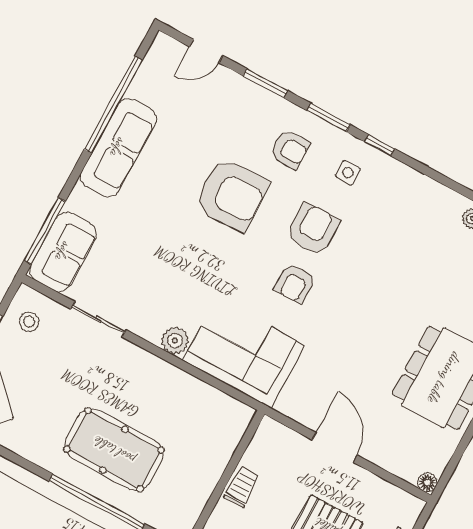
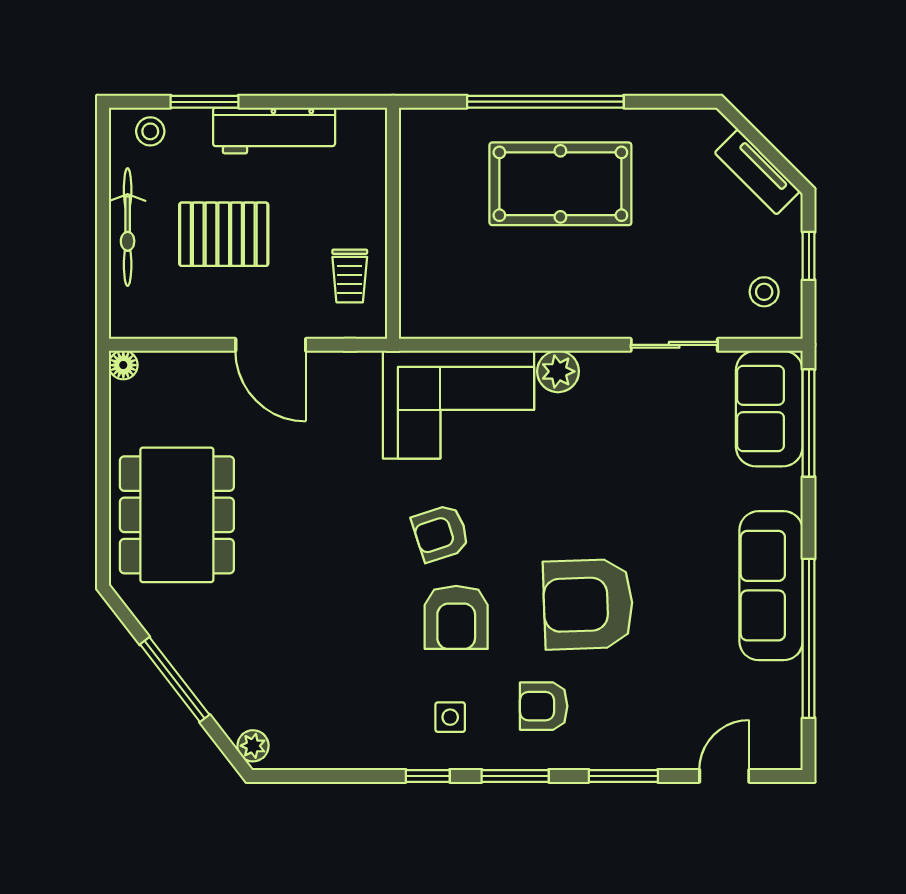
armchair: (295, 283) -> (441, 533), turned -108
trolley: (242, 487) -> (350, 276), moved

